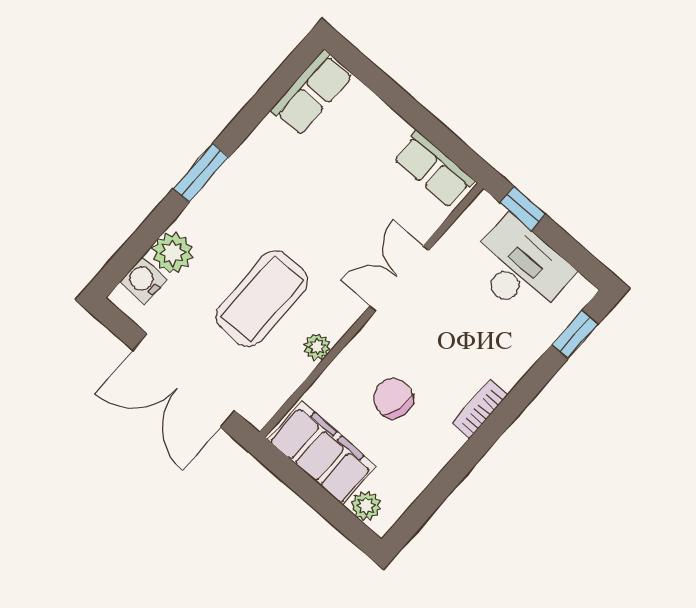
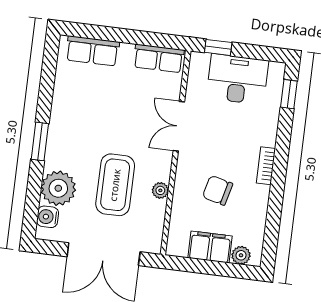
row of seats: (311, 93) -> (92, 51), moved, turned 90
plant: (173, 253) -> (58, 188), width x1.36, depth x1.36
filing cabinet: (322, 453) -> (210, 247), width x0.67, depth x0.86

